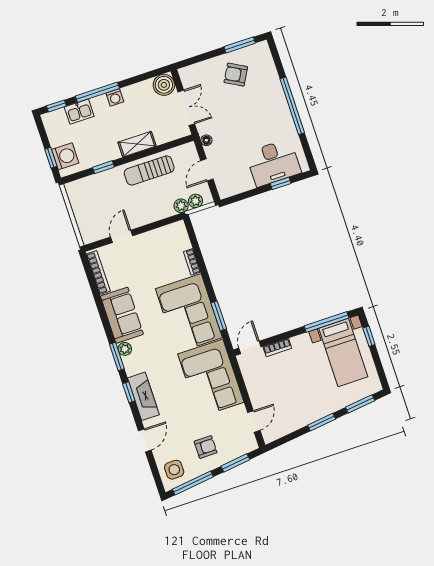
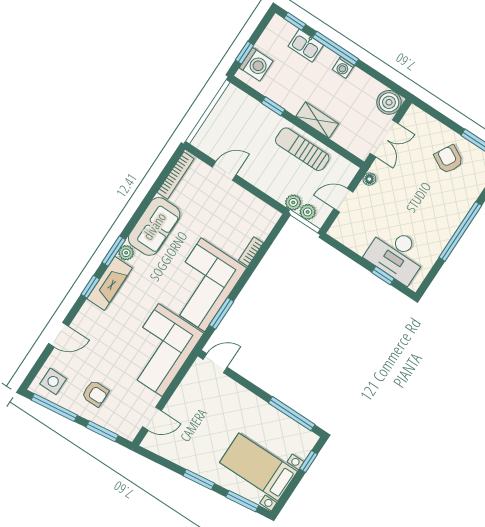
bookcase: (277, 347) -> (234, 388), removed
bed with nightstands: (343, 352) -> (258, 467), moved, turned 90
fireplace: (143, 396) -> (110, 283), moved

